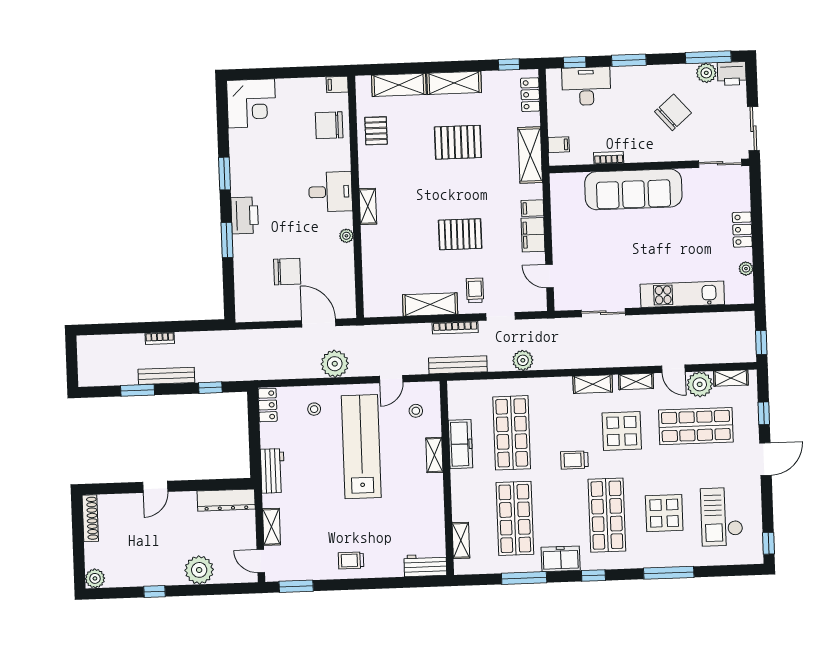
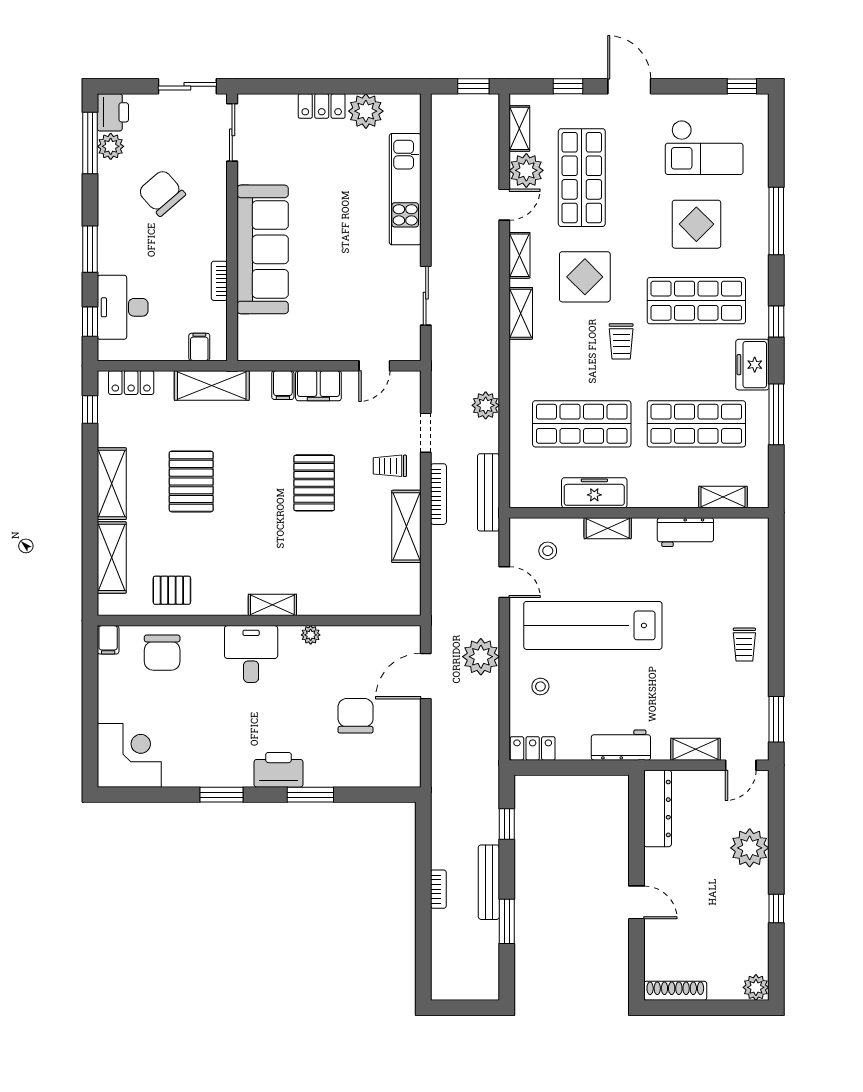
plant: (746, 269) -> (366, 111), width x1.87, depth x1.87
workbench: (425, 565) -> (685, 532), moved, turned -90

